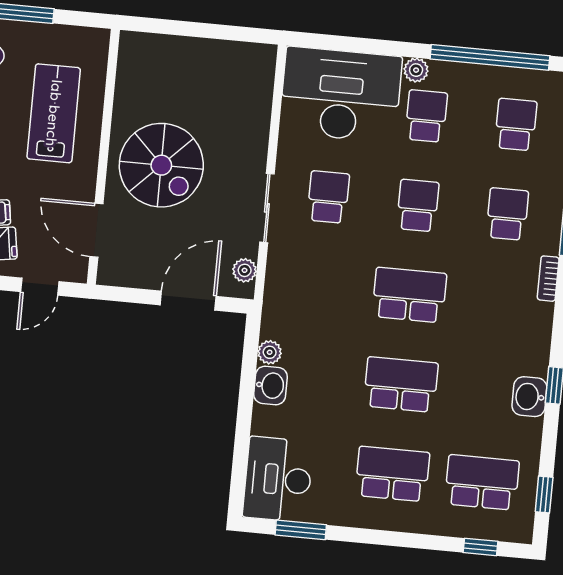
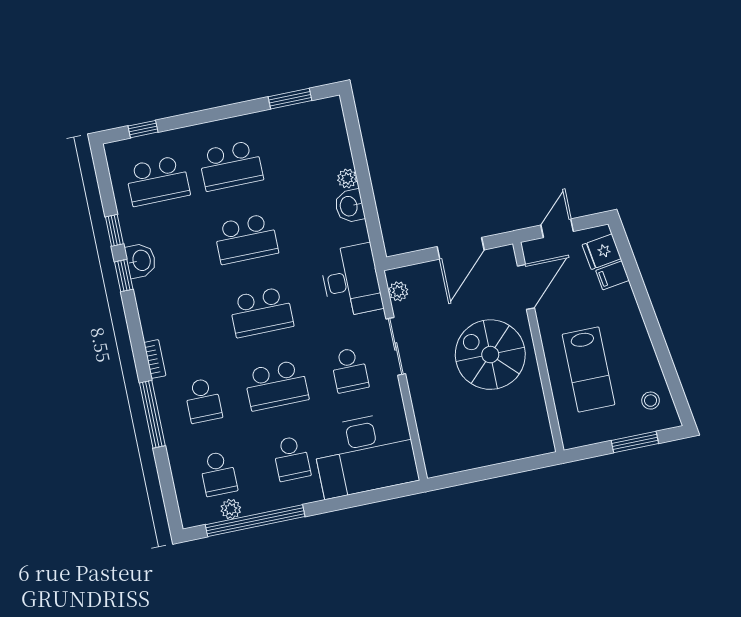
plant: (416, 70) -> (231, 509), moved
school desk: (418, 206) -> (276, 385), width x1.85
door: (96, 230) -> (526, 287), hinge flipped
door: (188, 301) -> (461, 248), moved
plant: (270, 352) -> (347, 178), moved
desk: (278, 479) -> (351, 281), moved
window: (544, 494) -> (114, 230), moved

